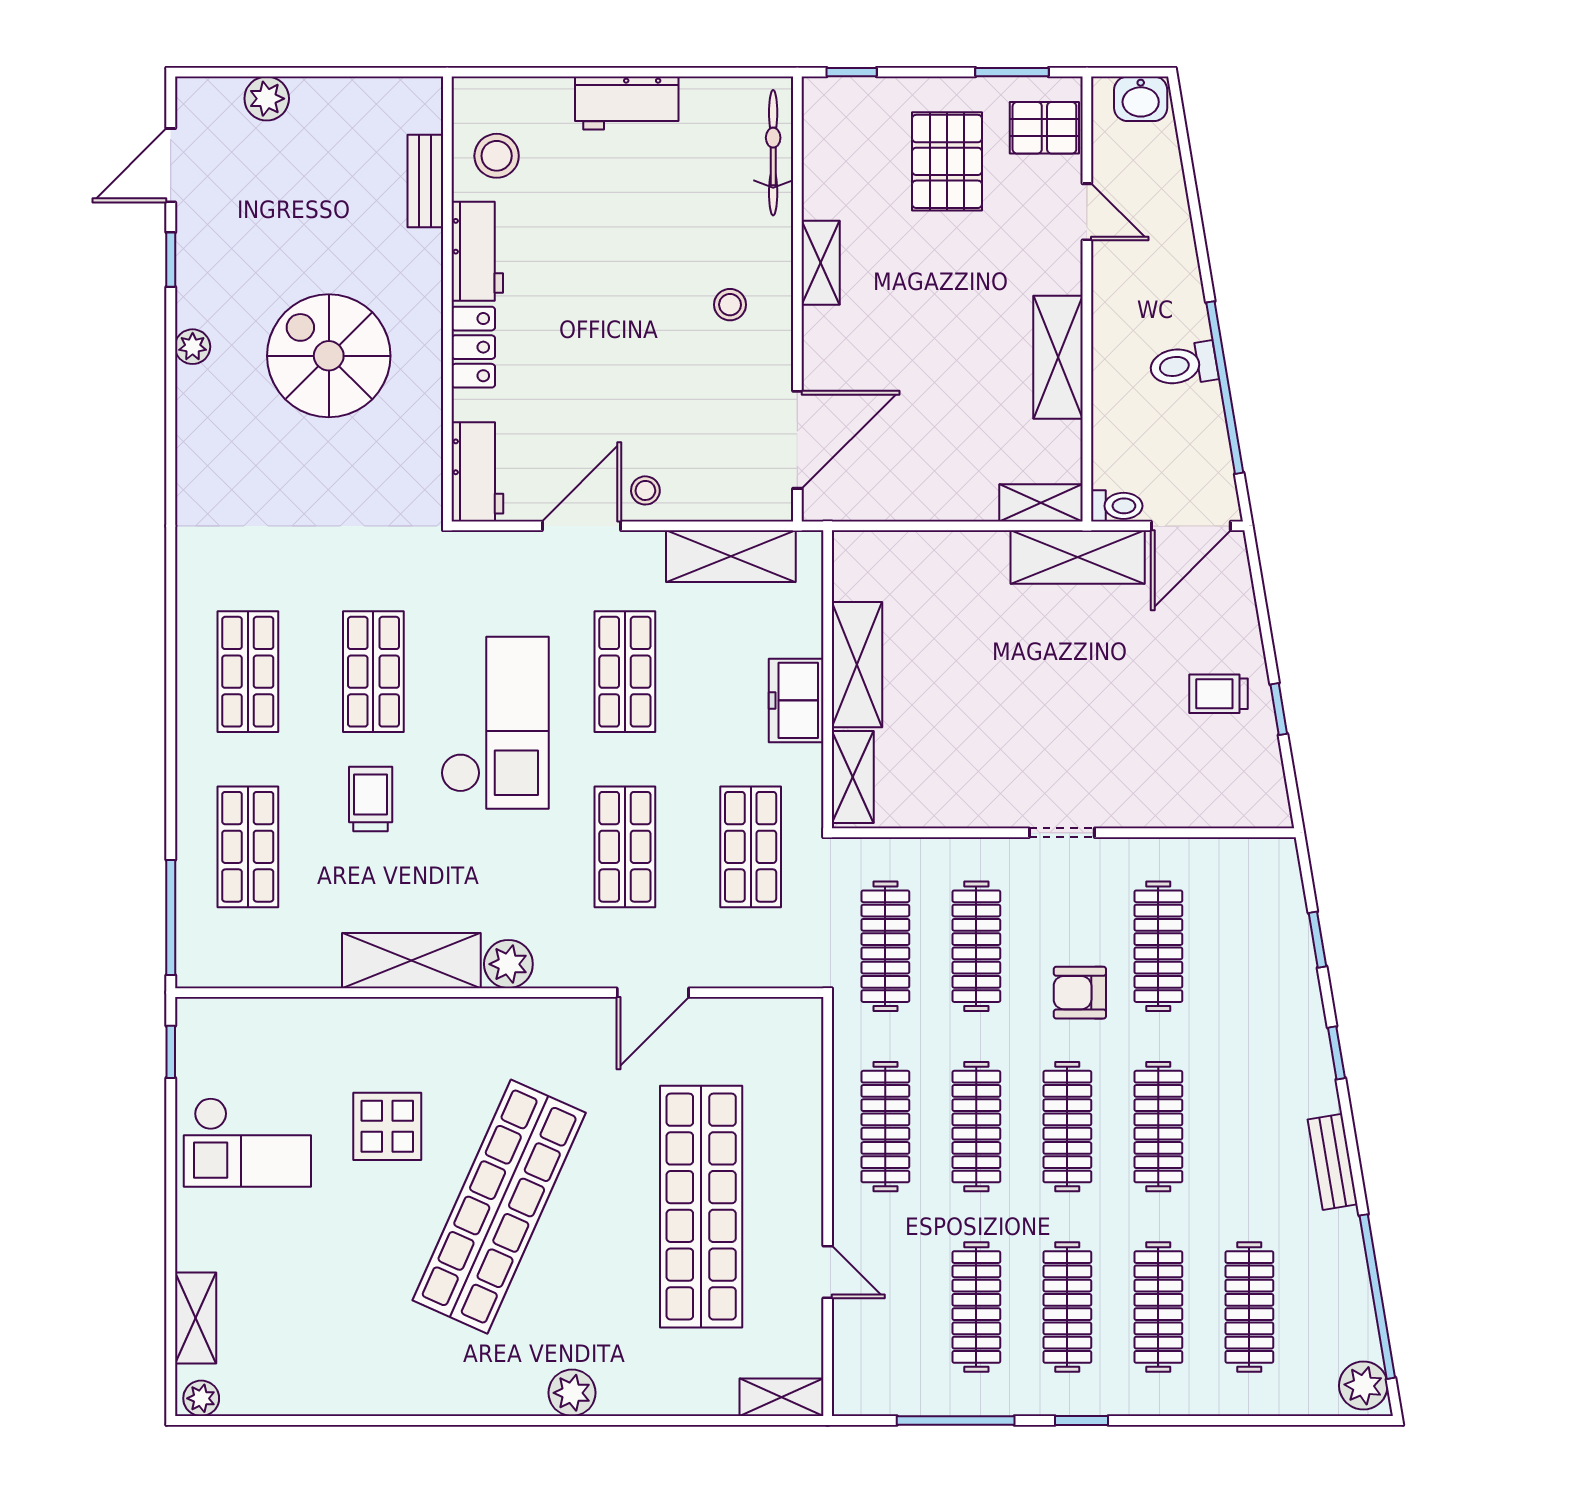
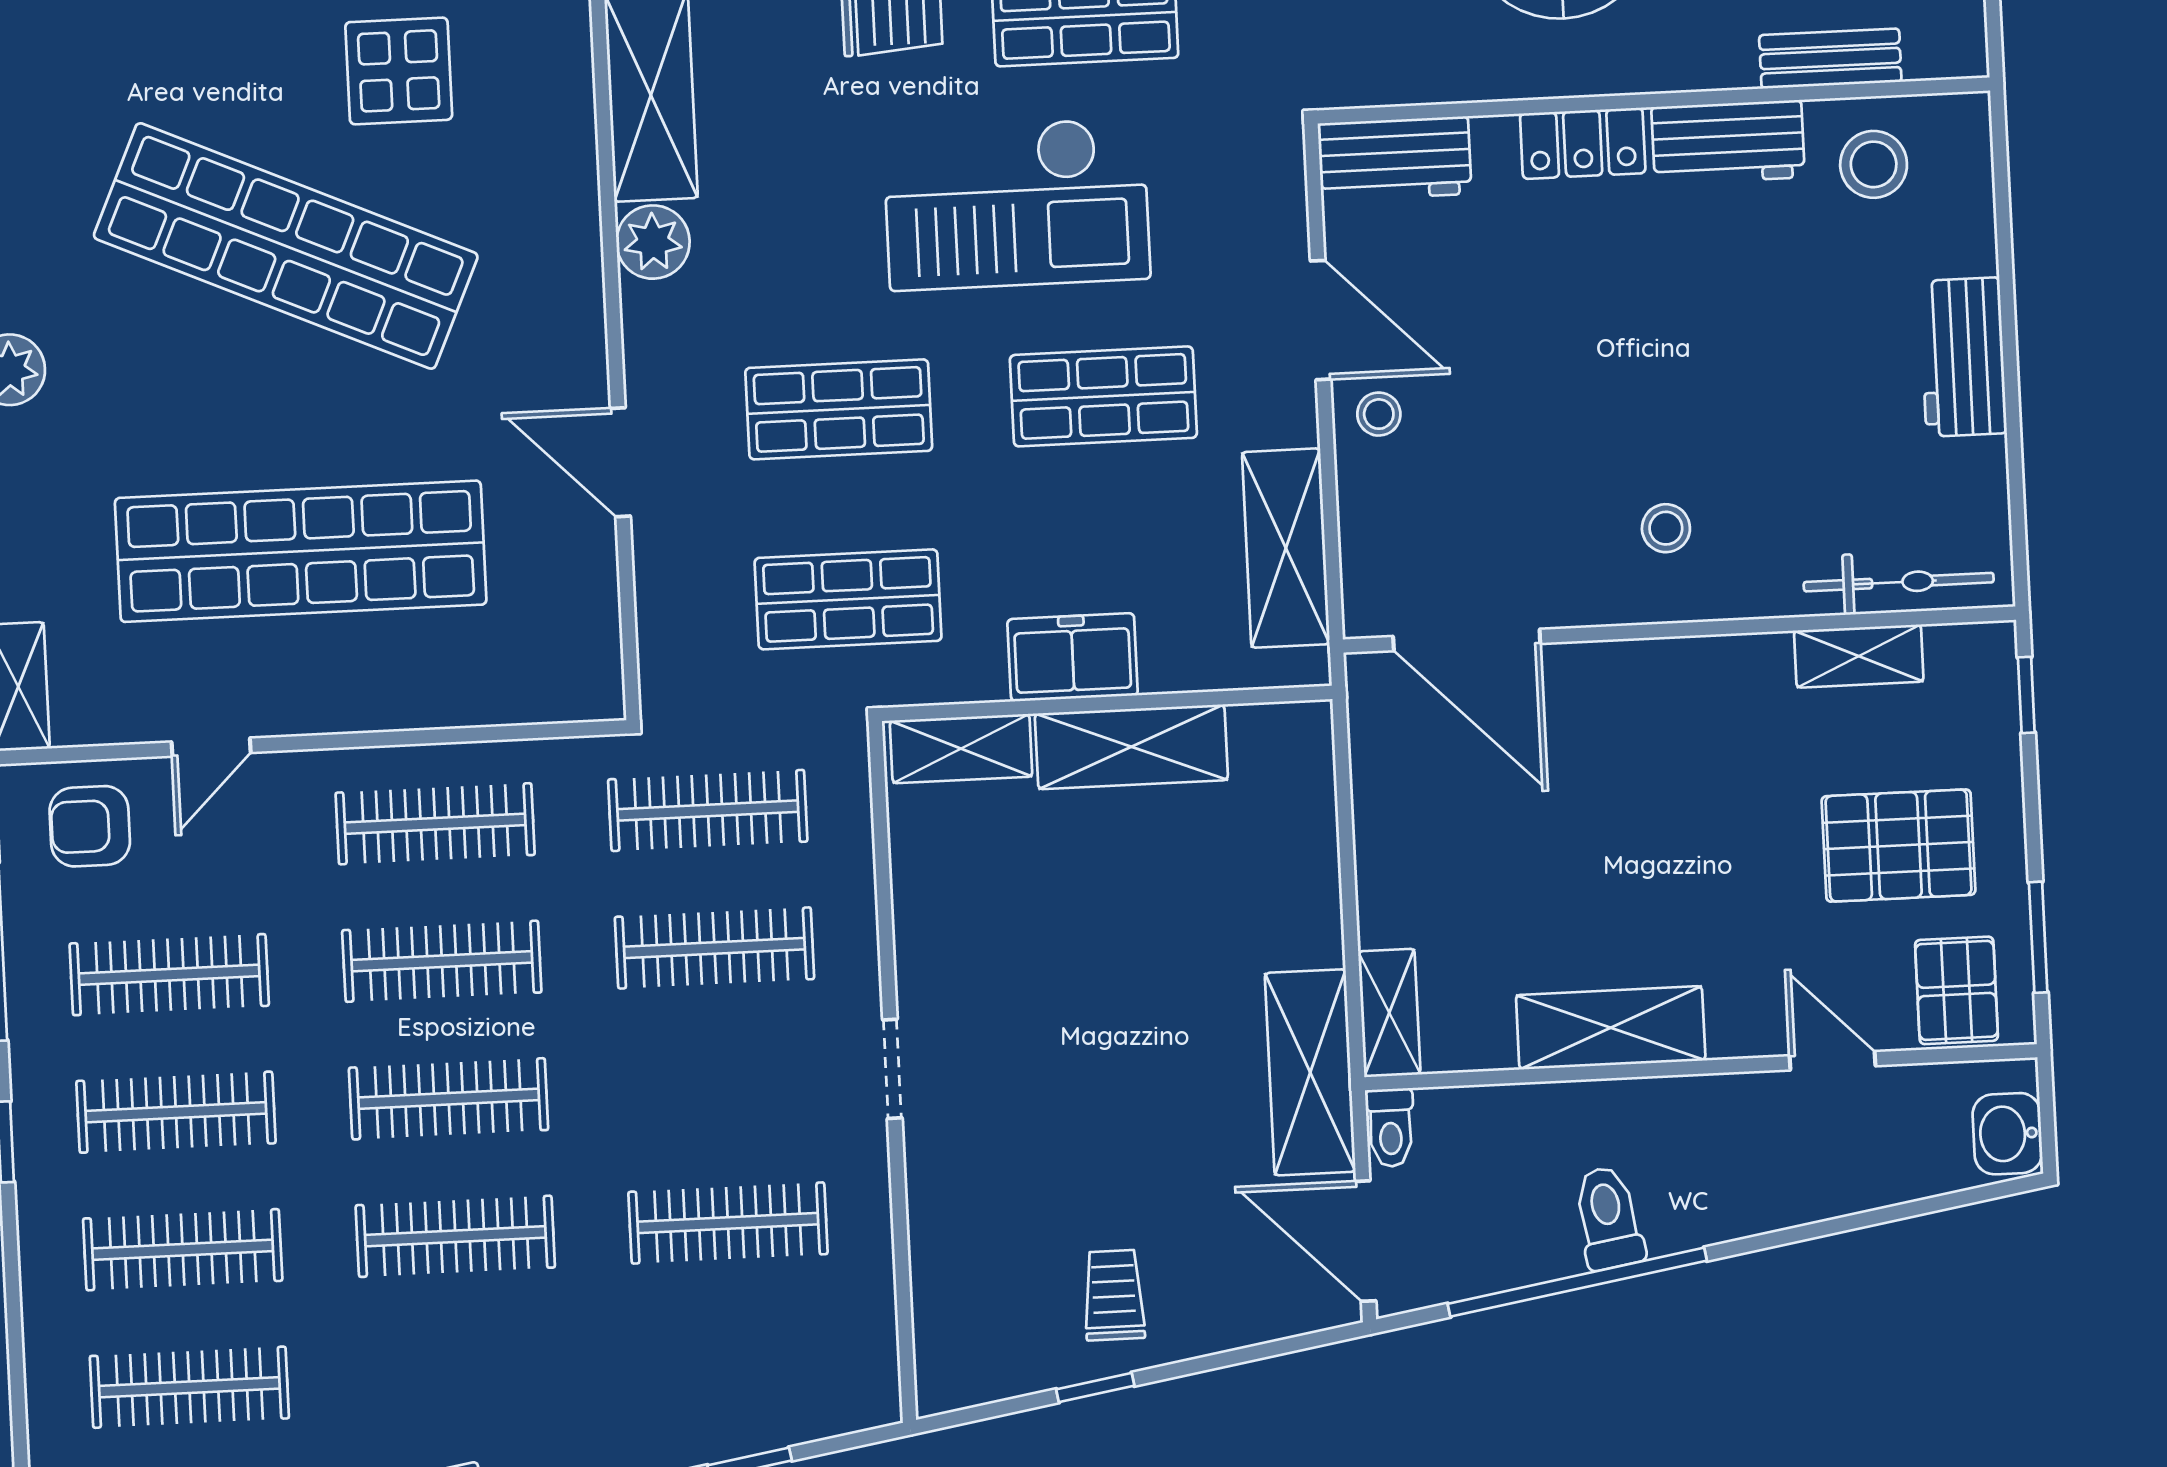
door: (1087, 212) -> (1832, 1061), swing flipped
shelving: (821, 263) -> (1859, 656), moved
armchair: (1080, 993) -> (90, 826), moved, turned -90

